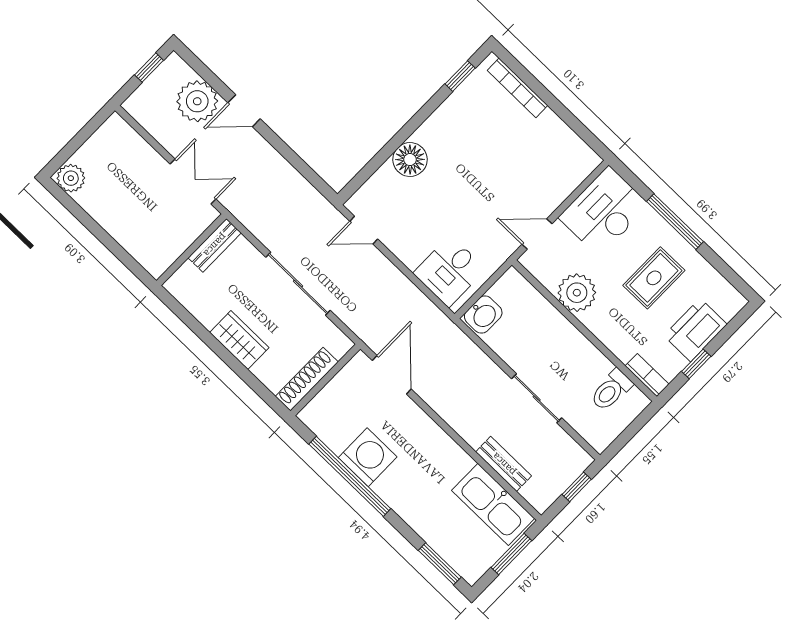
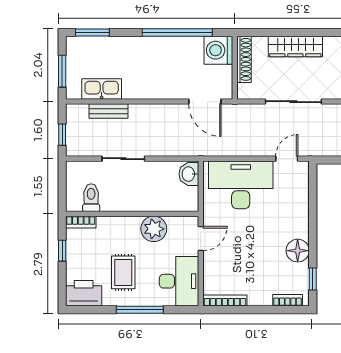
bookcase: (518, 88) -> (288, 300), width x0.64
bookcase: (575, 144) -> (225, 301), added
floor lamp: (410, 160) -> (298, 251), moved
desk: (450, 271) -> (241, 185), width x1.87, depth x1.30
printer: (695, 330) -> (84, 293), moved, turned -90
wardrobe: (239, 340) -> (295, 46), width x1.50
washing machine: (368, 457) -> (218, 50), moved, turned 90
kitchen sink: (493, 504) -> (102, 89), width x0.73, depth x0.81

